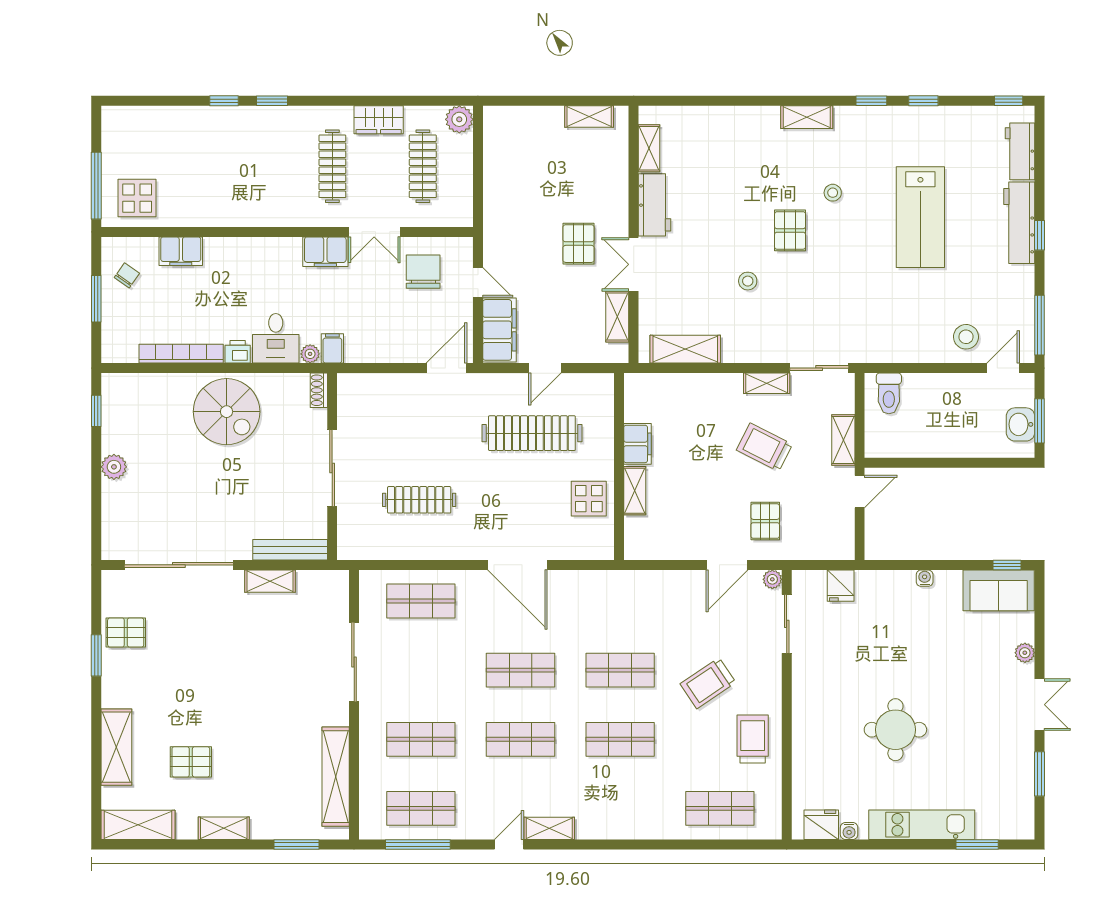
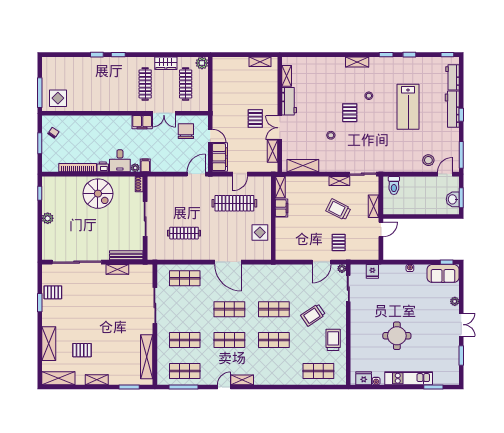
filing cabinet: (181, 251) -> (77, 122), removed
shelving: (635, 491) -> (280, 187), moved

